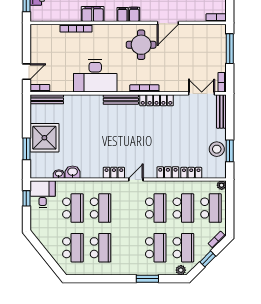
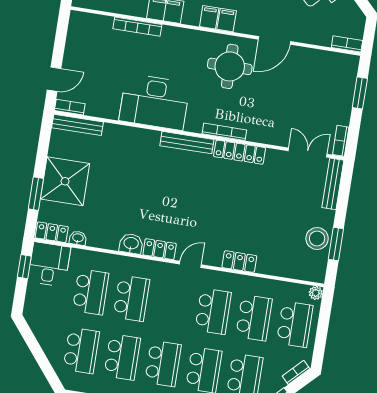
window: (230, 49) -> (360, 93), width x0.69
washbasin: (73, 172) -> (131, 244), moved
locker: (191, 173) -> (52, 232), moved
school desk: (128, 248) -> (163, 363), added

